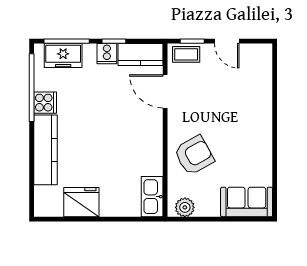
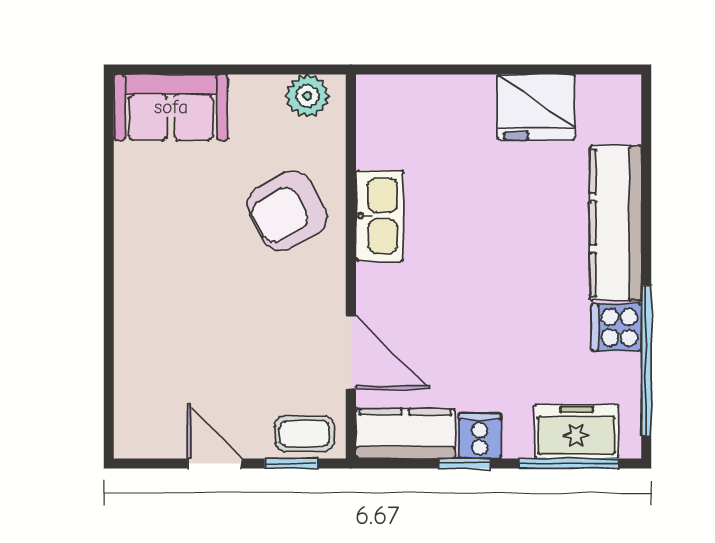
kitchen sink: (152, 197) -> (380, 216), moved

